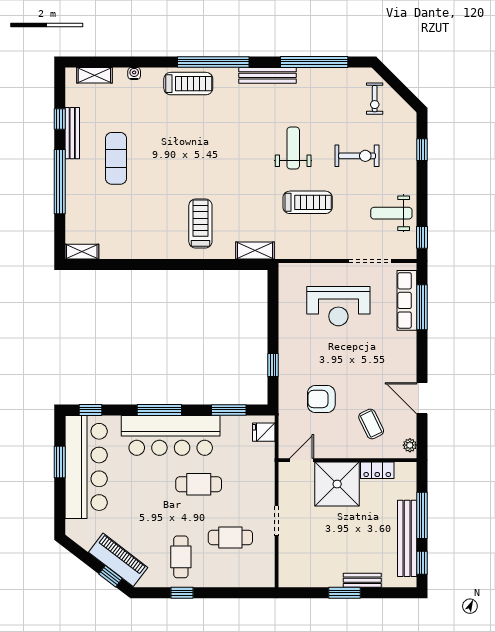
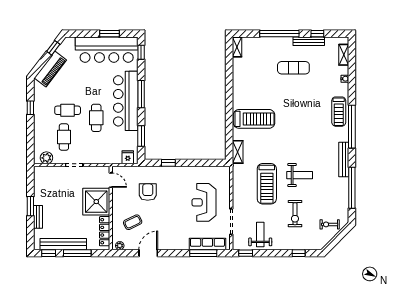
treadmill: (308, 202) -> (267, 184), width x1.37, depth x1.38
treadmill: (200, 224) -> (254, 119), width x1.37, depth x1.38
locker: (377, 470) -> (105, 231), width x1.53
cafe table: (181, 557) -> (68, 110), moved
plant: (265, 566) -> (46, 158), added
window: (111, 576) -> (53, 48), moved

